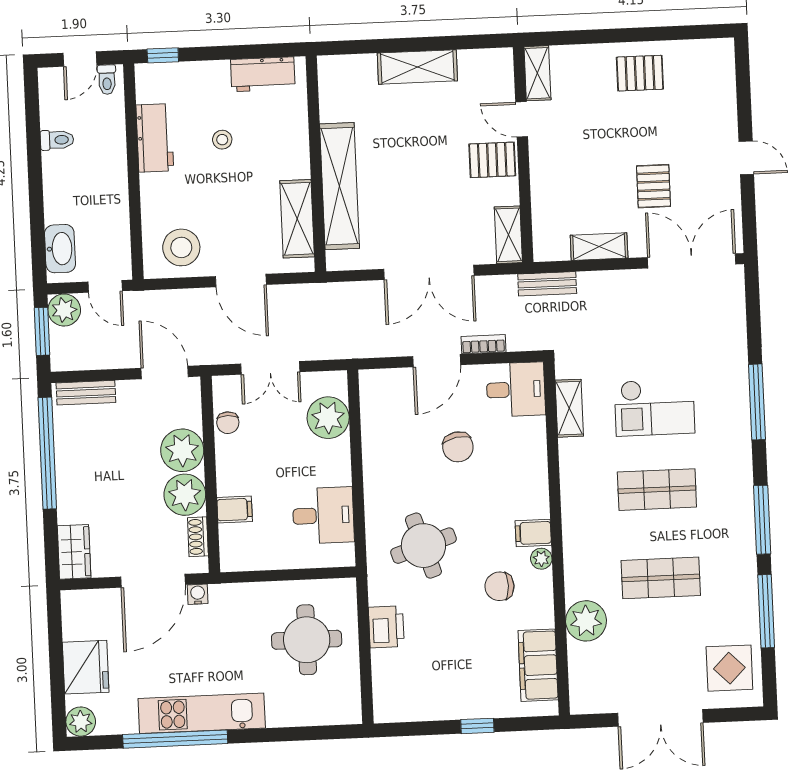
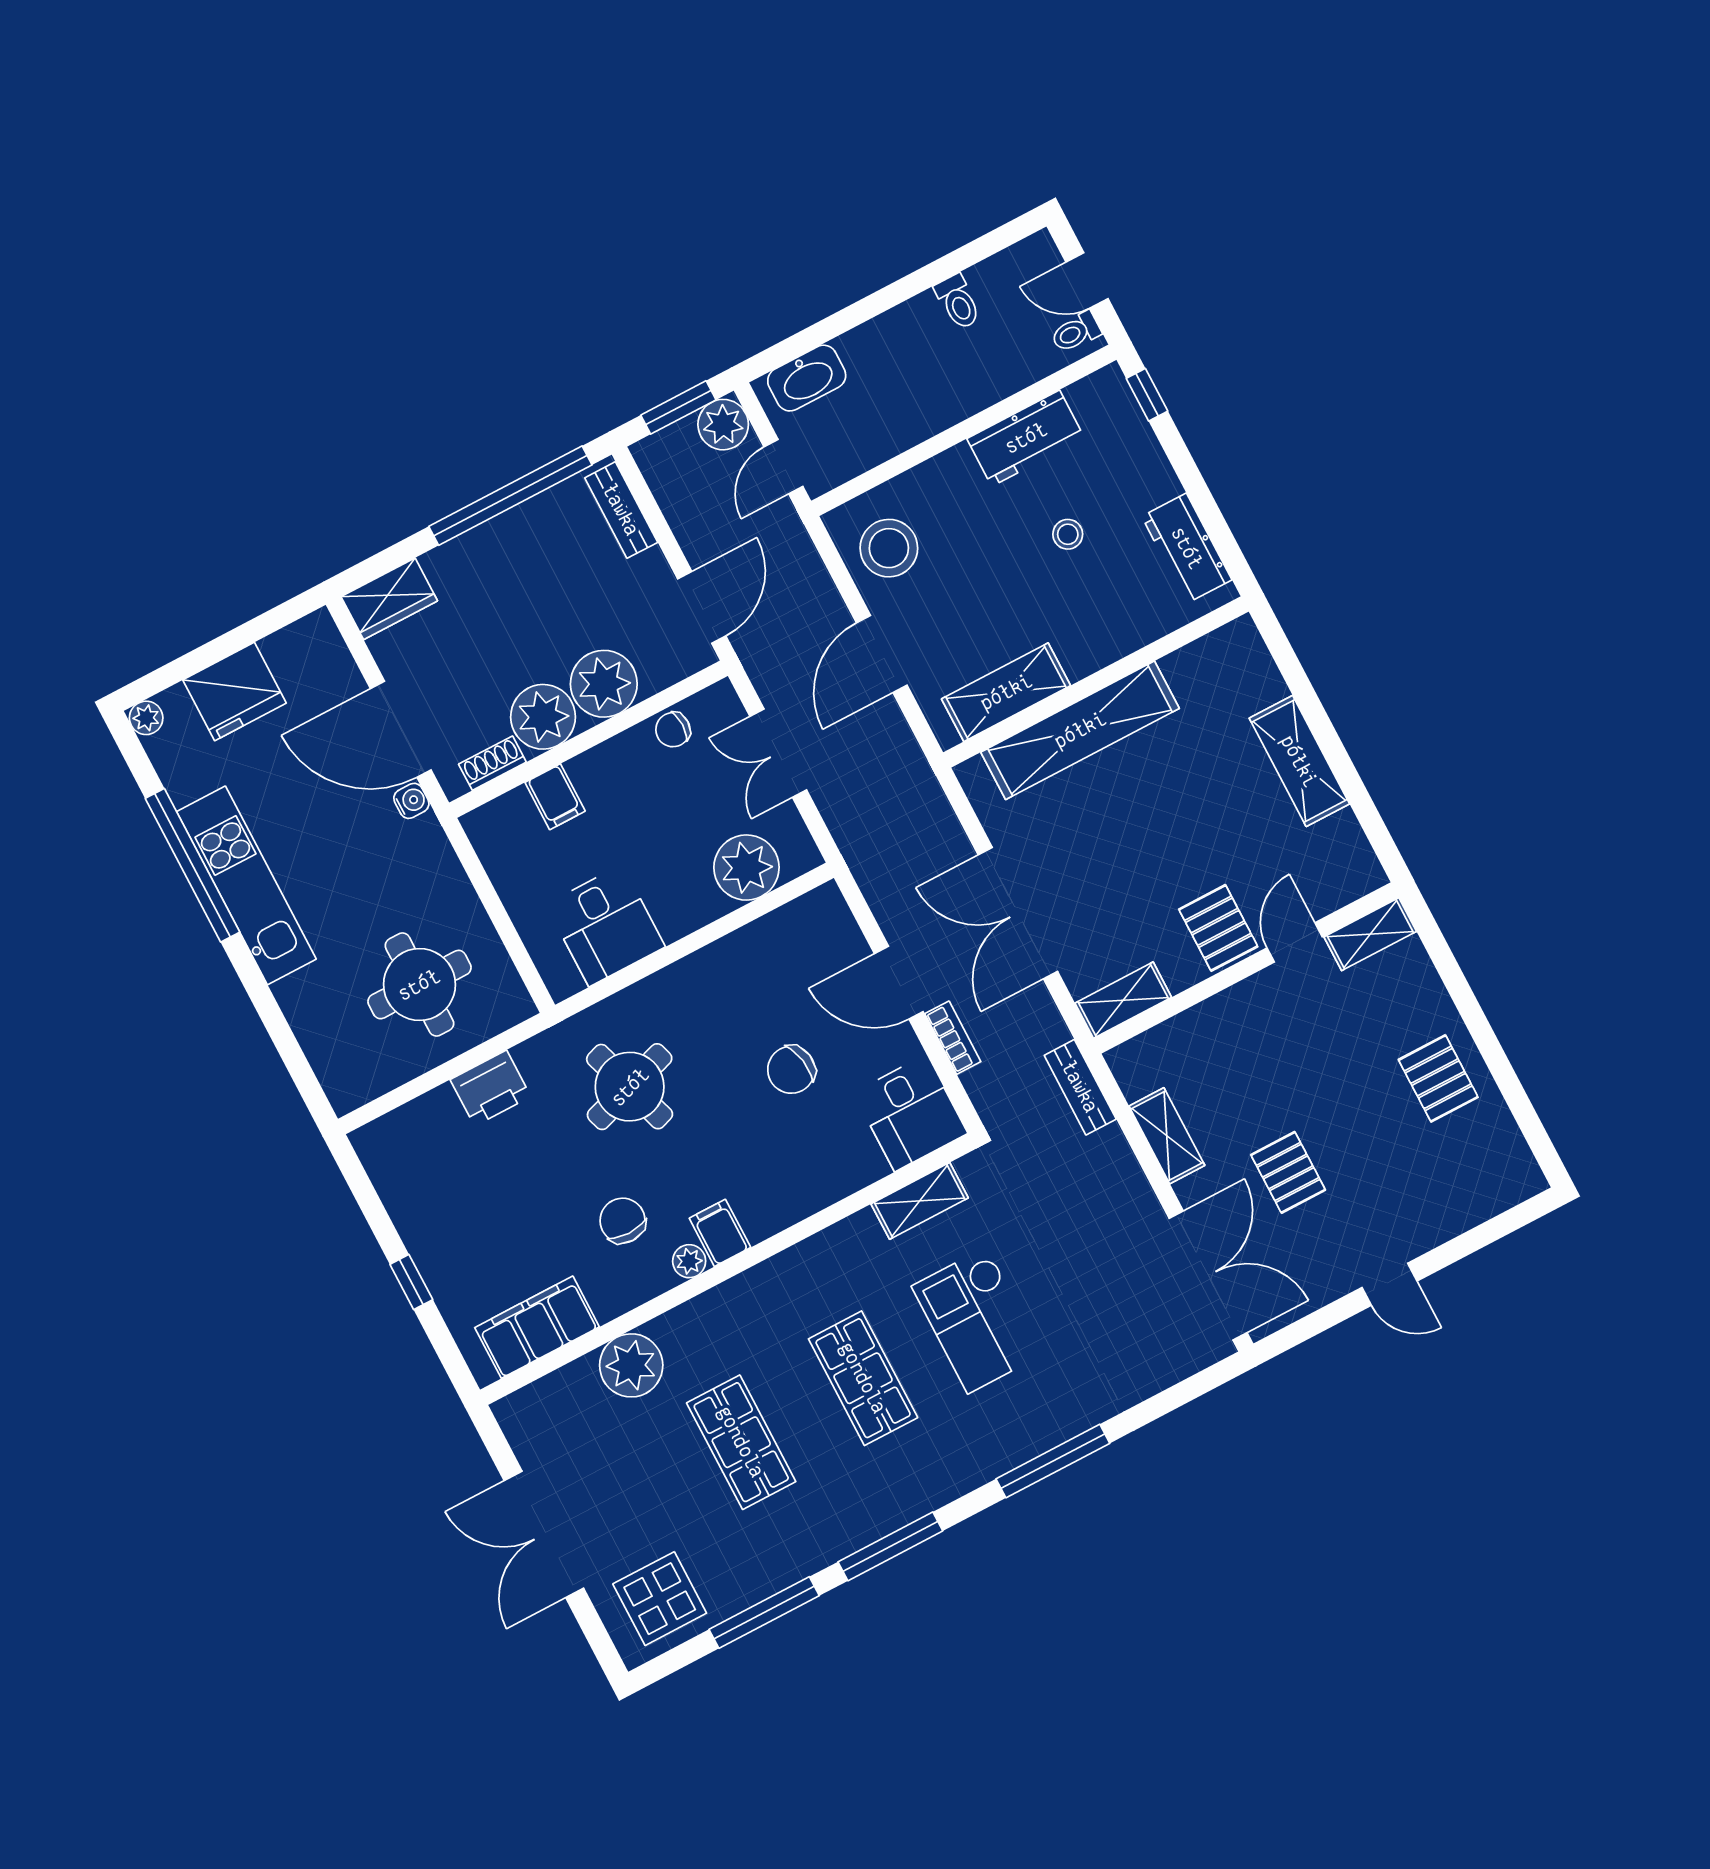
door: (746, 158) -> (1389, 1284), hinge flipped
pallet: (654, 186) -> (1288, 1172), turned 90
plant: (81, 722) -> (146, 718), width x0.73, depth x0.73

